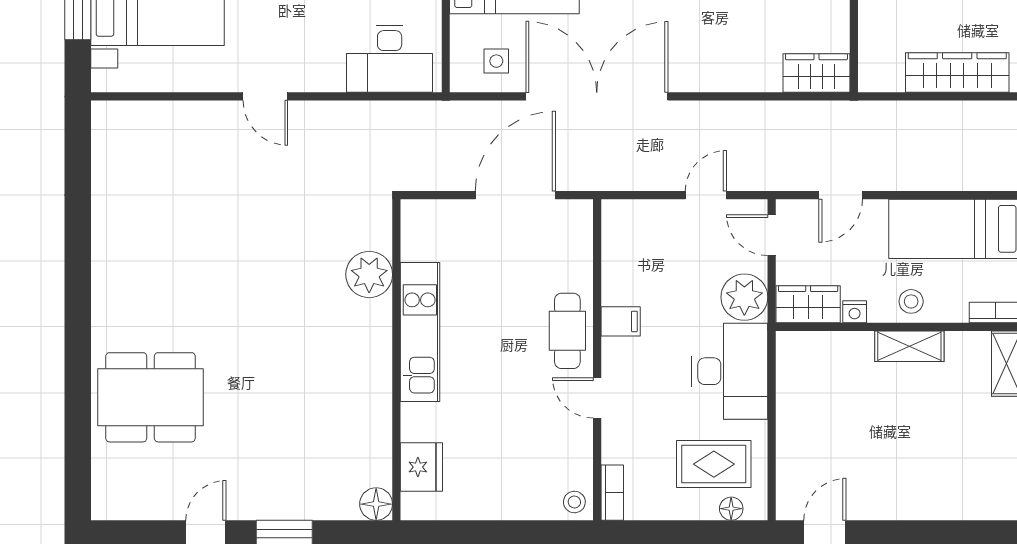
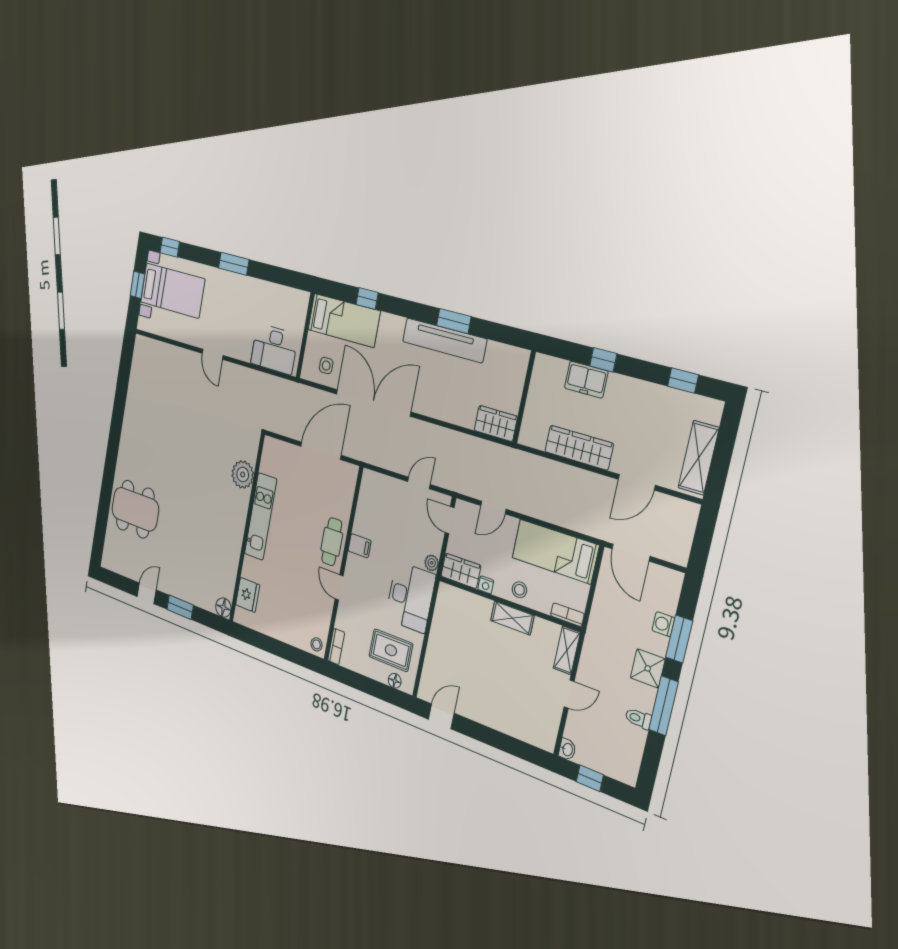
plant: (744, 297) -> (432, 563), width x0.53, depth x0.53

